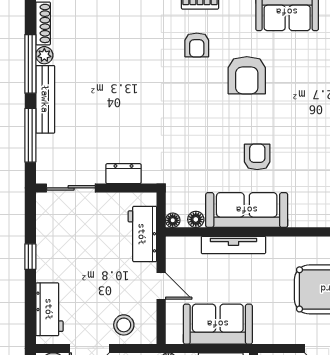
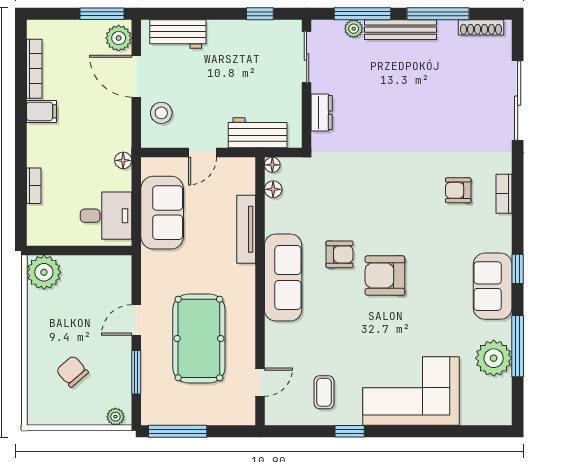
plant: (44, 55) -> (354, 29), moved
armchair: (247, 75) -> (385, 276), moved
sofa: (247, 210) -> (283, 277), moved
window: (30, 257) -> (260, 14), moved

